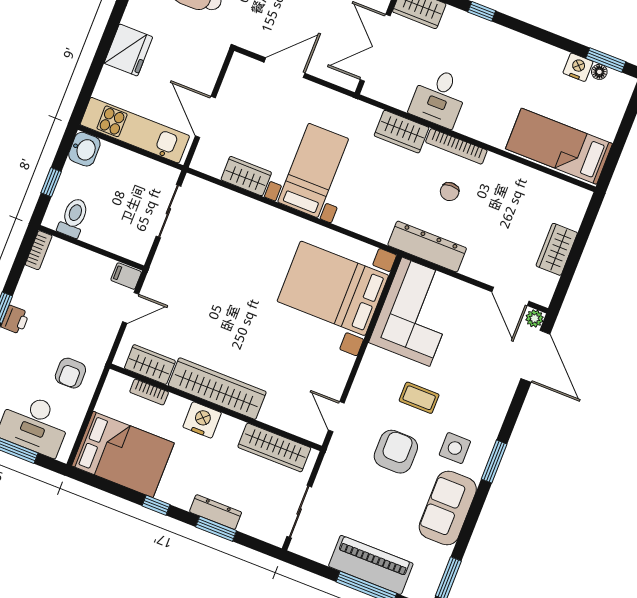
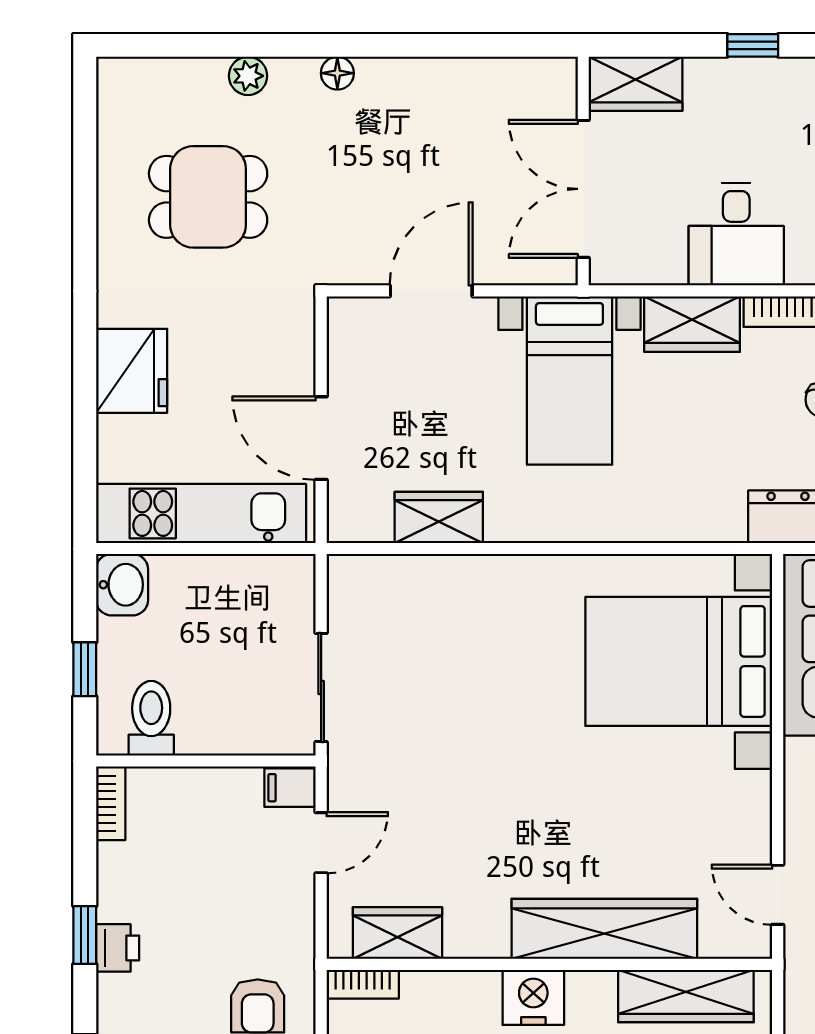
bed with nightstands: (313, 170) -> (569, 380), moved, turned 180
sliding door: (168, 211) -> (321, 687), moved
wardrobe: (217, 389) -> (604, 929), moved
bookcase: (149, 392) -> (363, 984), moved

